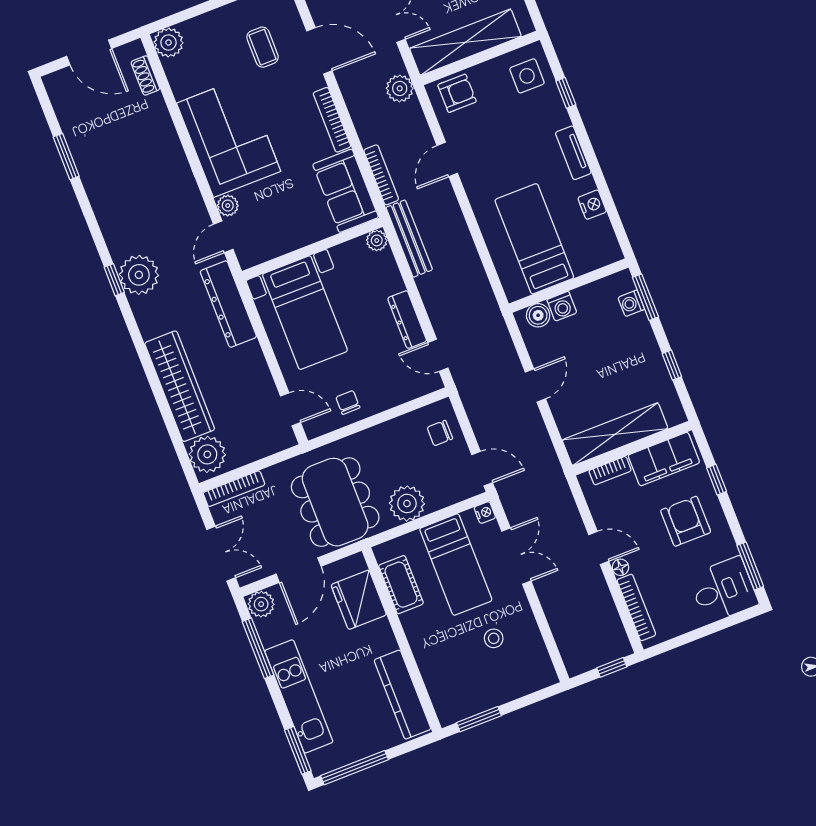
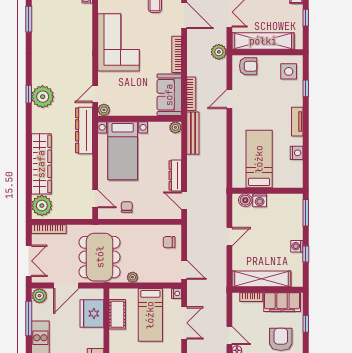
plant: (228, 206) -> (104, 110), moved
washing machine: (631, 303) -> (297, 246), moved
plant: (407, 503) -> (133, 277), width x0.53, depth x0.53

